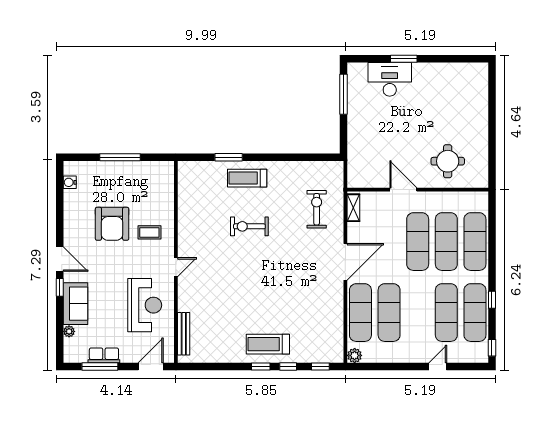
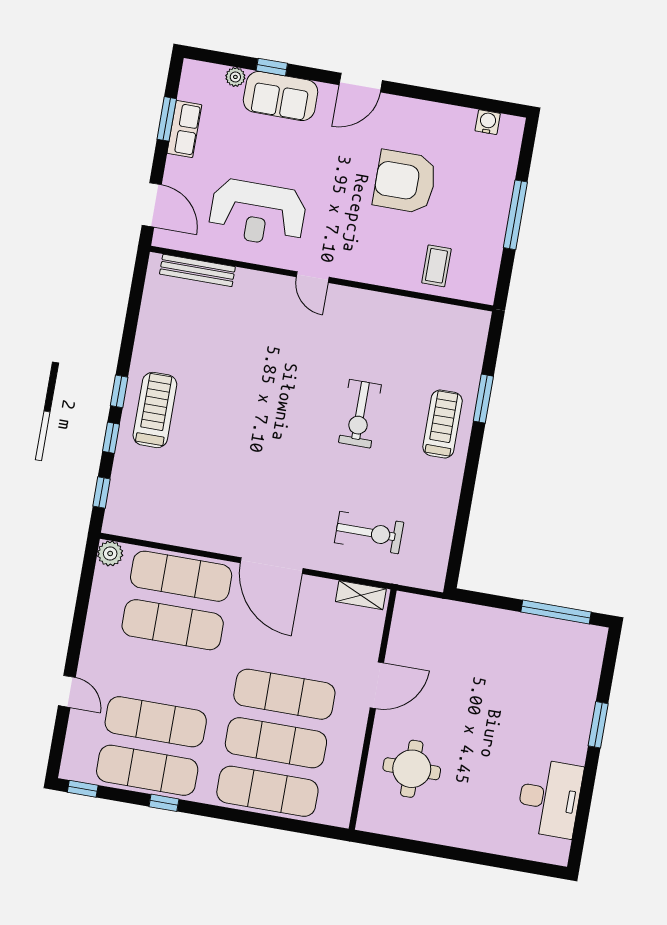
desk: (390, 79) -> (550, 798), moved
exercise bike: (249, 226) -> (360, 414), turned 180
coffee table: (149, 232) -> (436, 266), moved
window: (60, 287) -> (272, 67), moved
window: (100, 367) -> (167, 119), width x0.69

